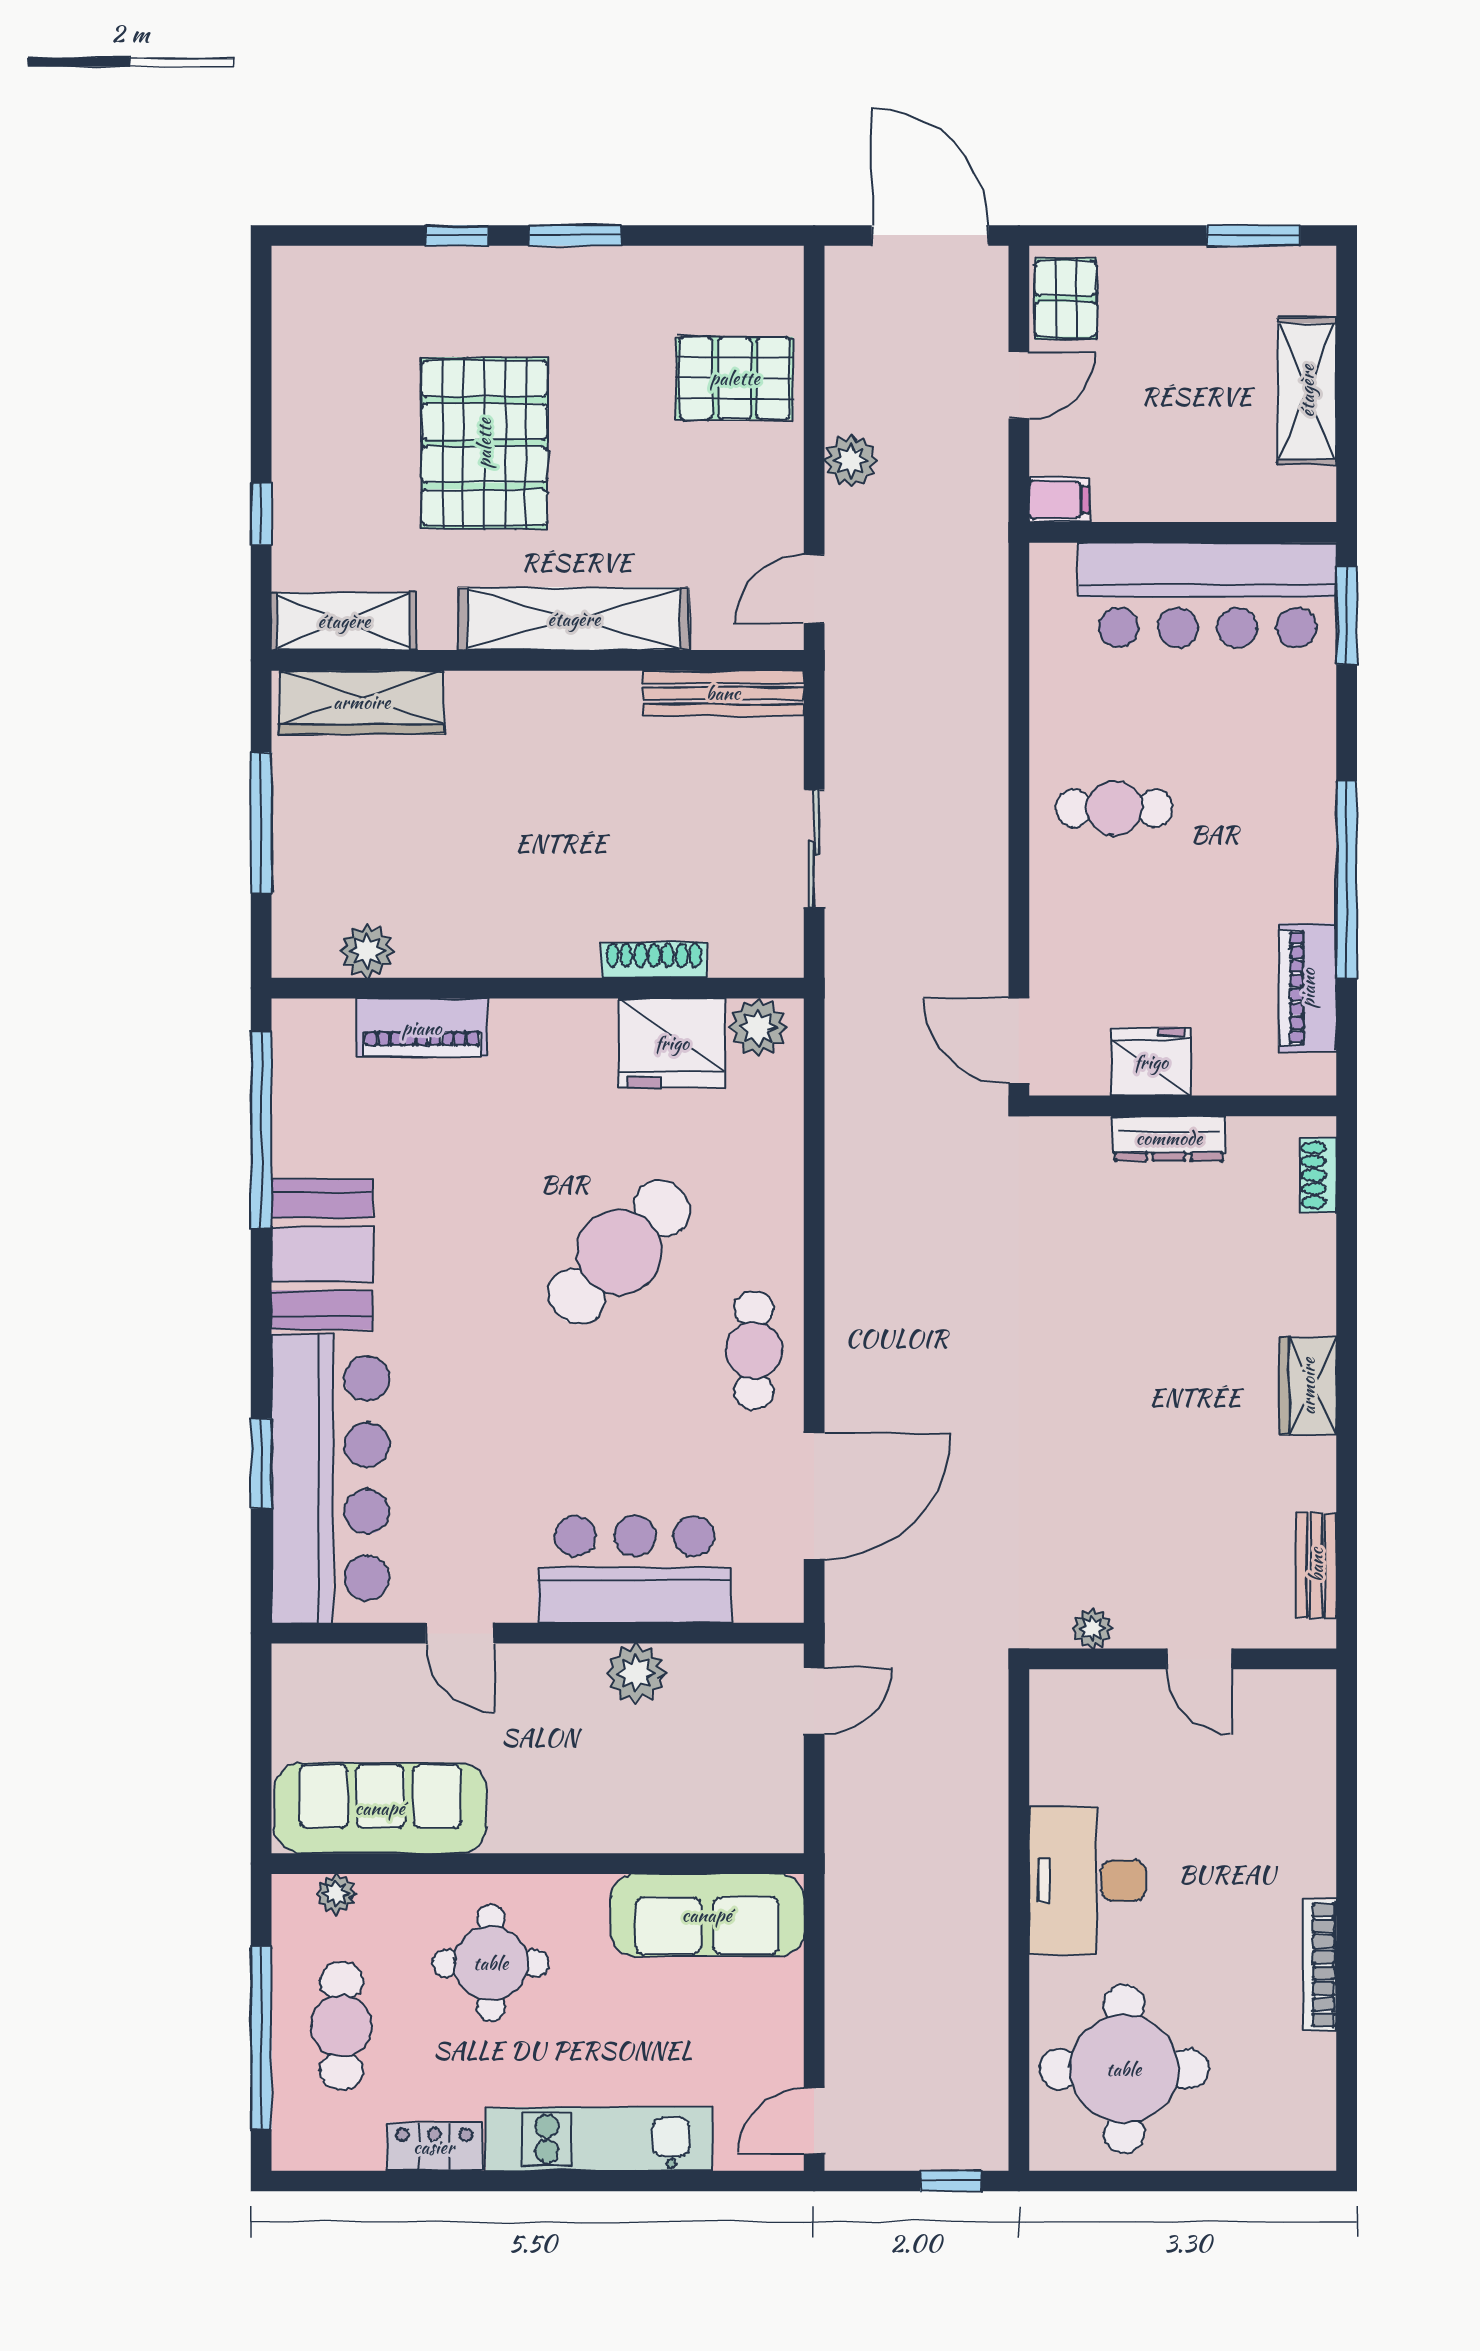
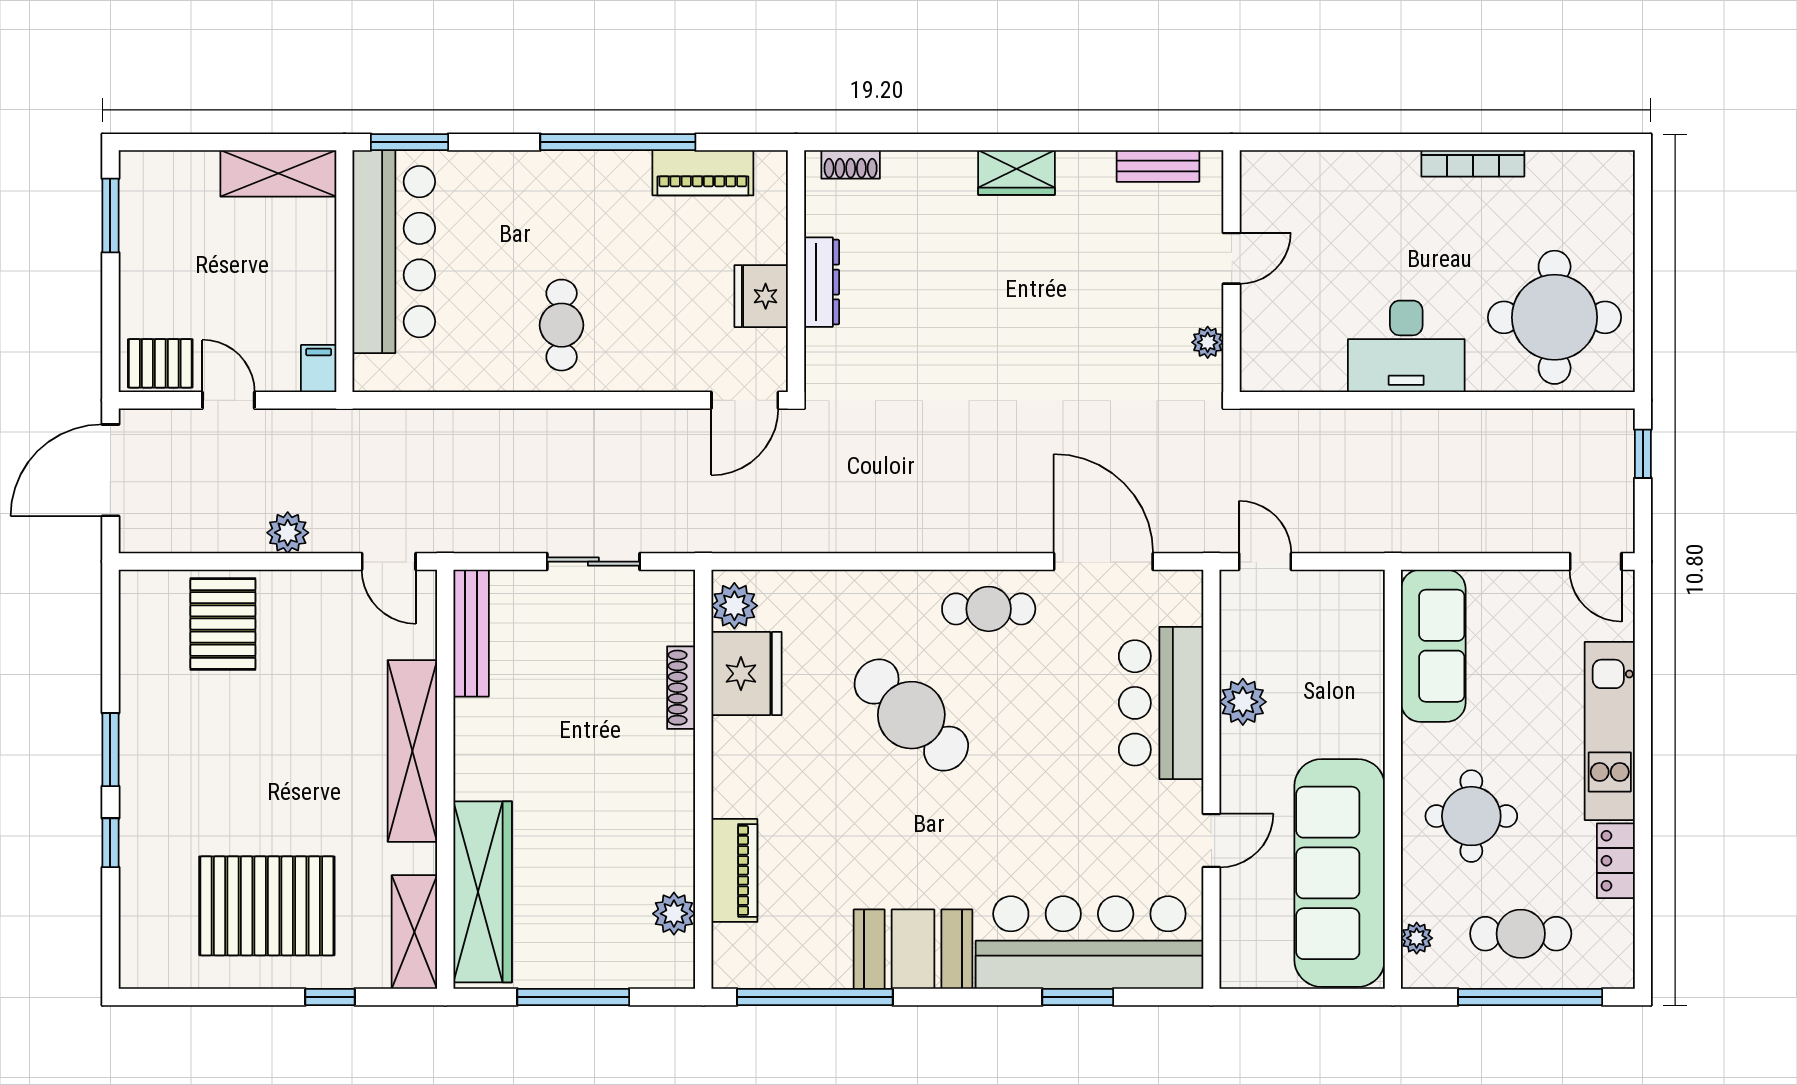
shelving: (1307, 391) -> (278, 173), moved
pallet: (484, 443) -> (267, 906), moved
wardrobe: (362, 702) -> (483, 892), width x1.40, depth x1.17
sofa: (380, 1808) -> (1340, 873), width x1.36, depth x1.27

